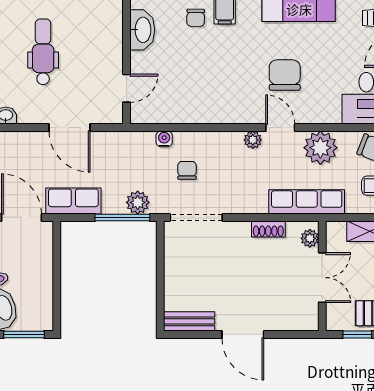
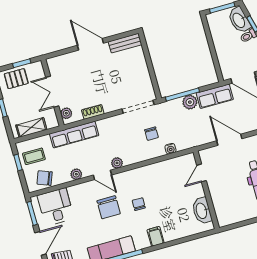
chair: (196, 18) -> (139, 204), moved
plant: (320, 148) -> (76, 174), width x0.53, depth x0.53
plant: (138, 202) -> (190, 102), moved

